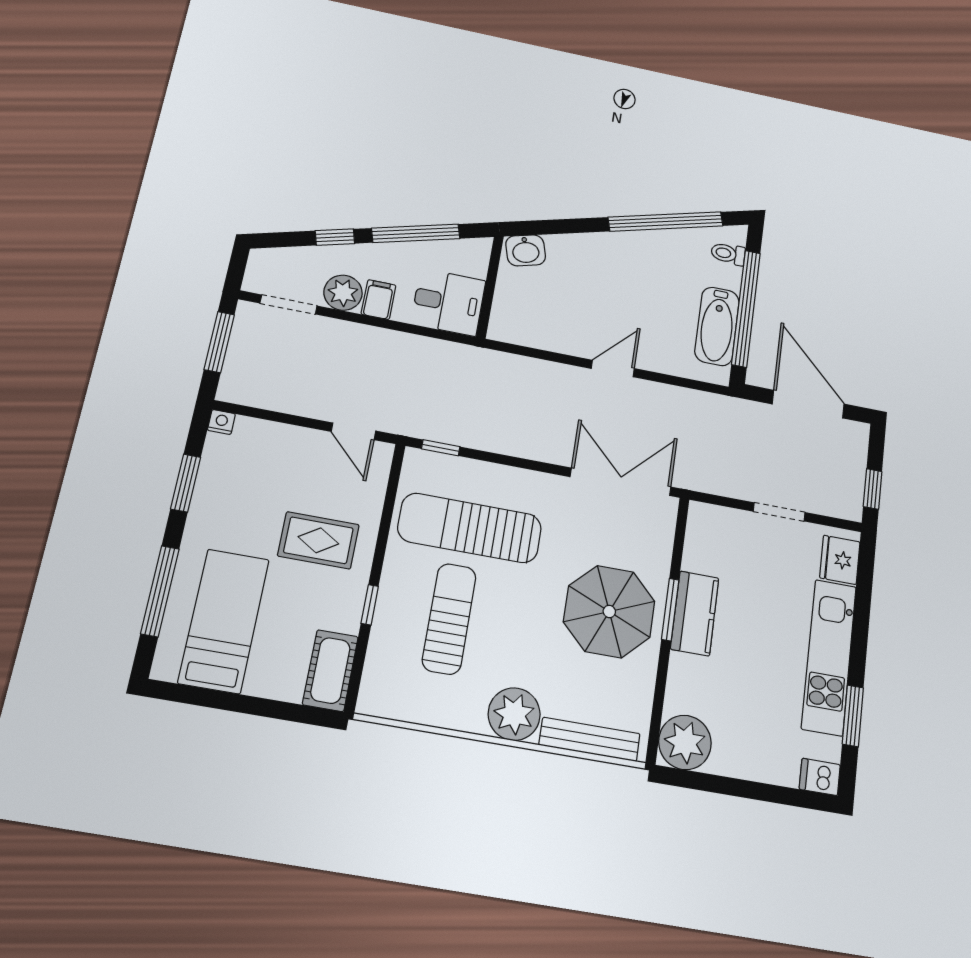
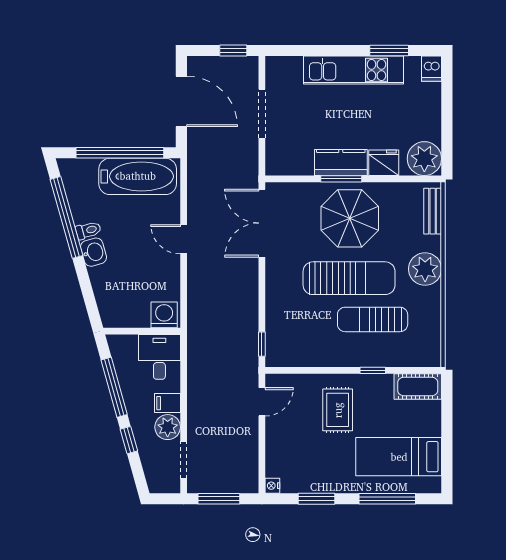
washbasin: (526, 250) -> (94, 252), moved
toilet: (728, 254) -> (88, 230), moved, turned -106
washing machine: (508, 321) -> (164, 315), added
bathtub: (717, 326) -> (138, 176), width x1.36, depth x1.36
door: (808, 404) -> (181, 101), swing flipped
doorway: (779, 512) -> (262, 114), width x1.38
sun lounger: (470, 528) -> (349, 278), moved, turned -90
fridge: (840, 560) -> (384, 163), moved, turned 180
bench: (590, 739) -> (433, 211), width x0.73

